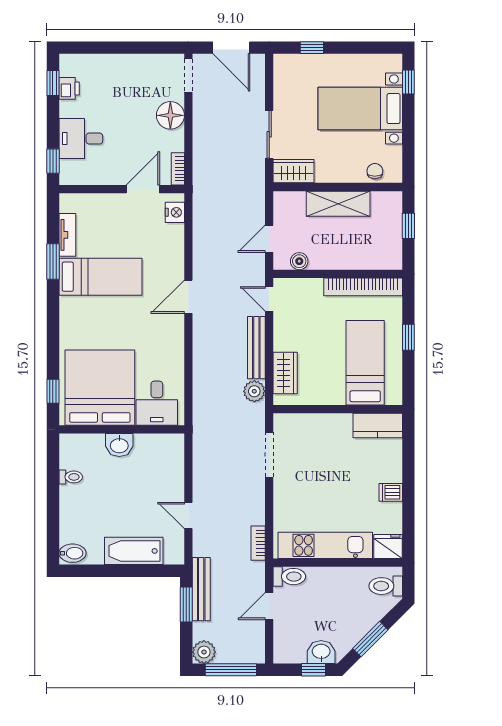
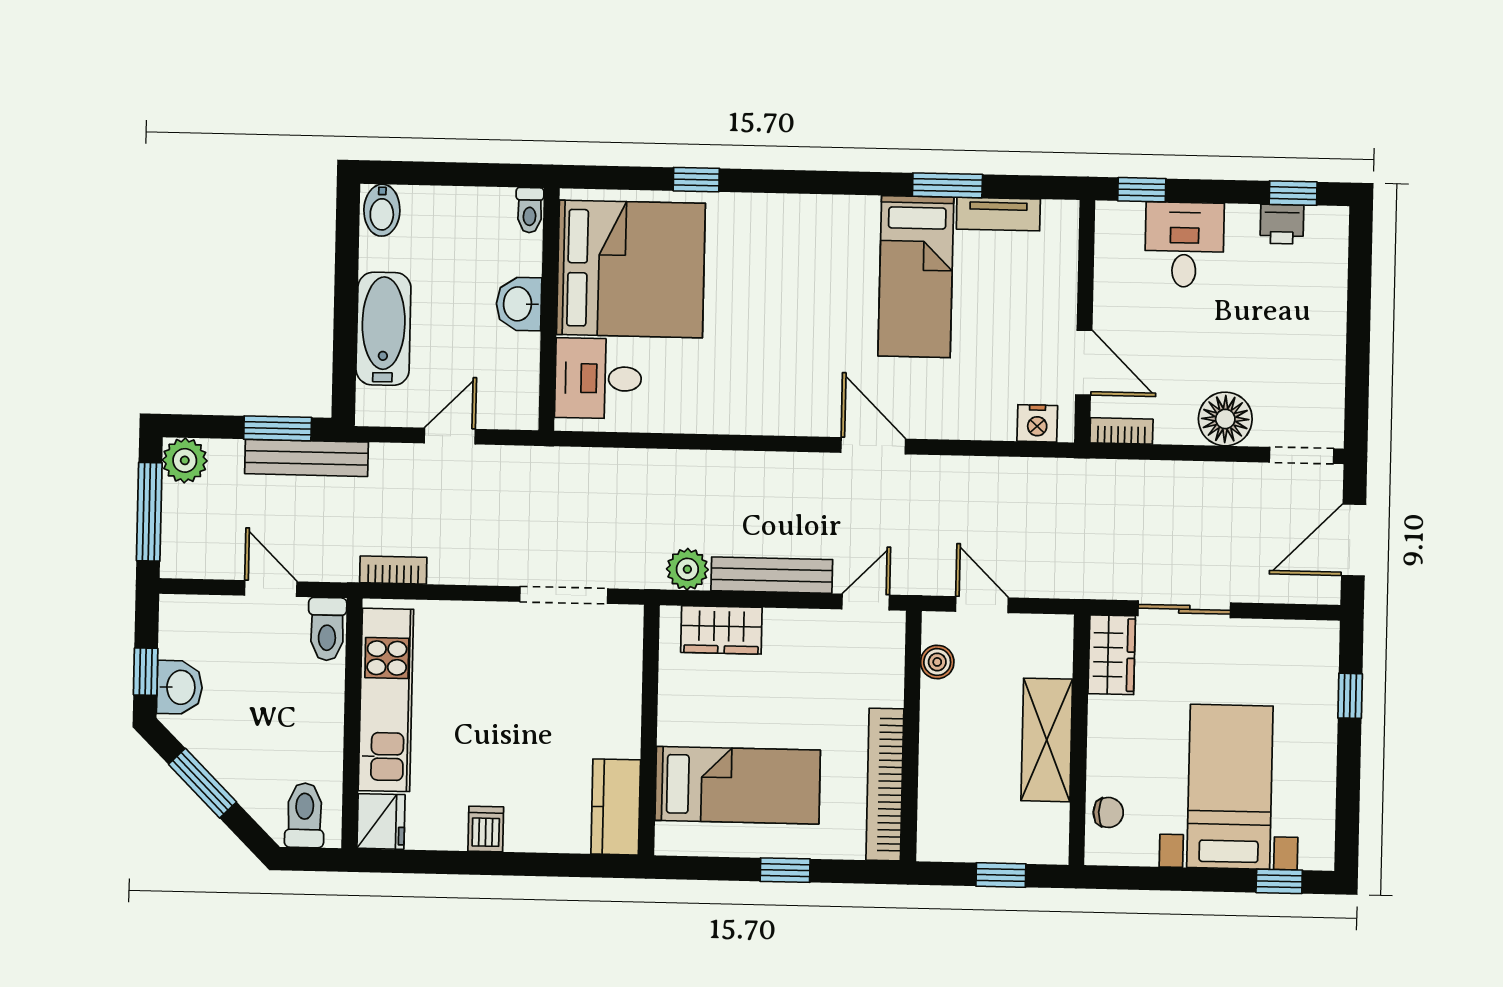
bed: (100, 388) -> (631, 269), moved
desk: (157, 403) -> (598, 378), moved
wall: (122, 429) -> (549, 309), moved
washbasin: (119, 445) -> (519, 304), moved

